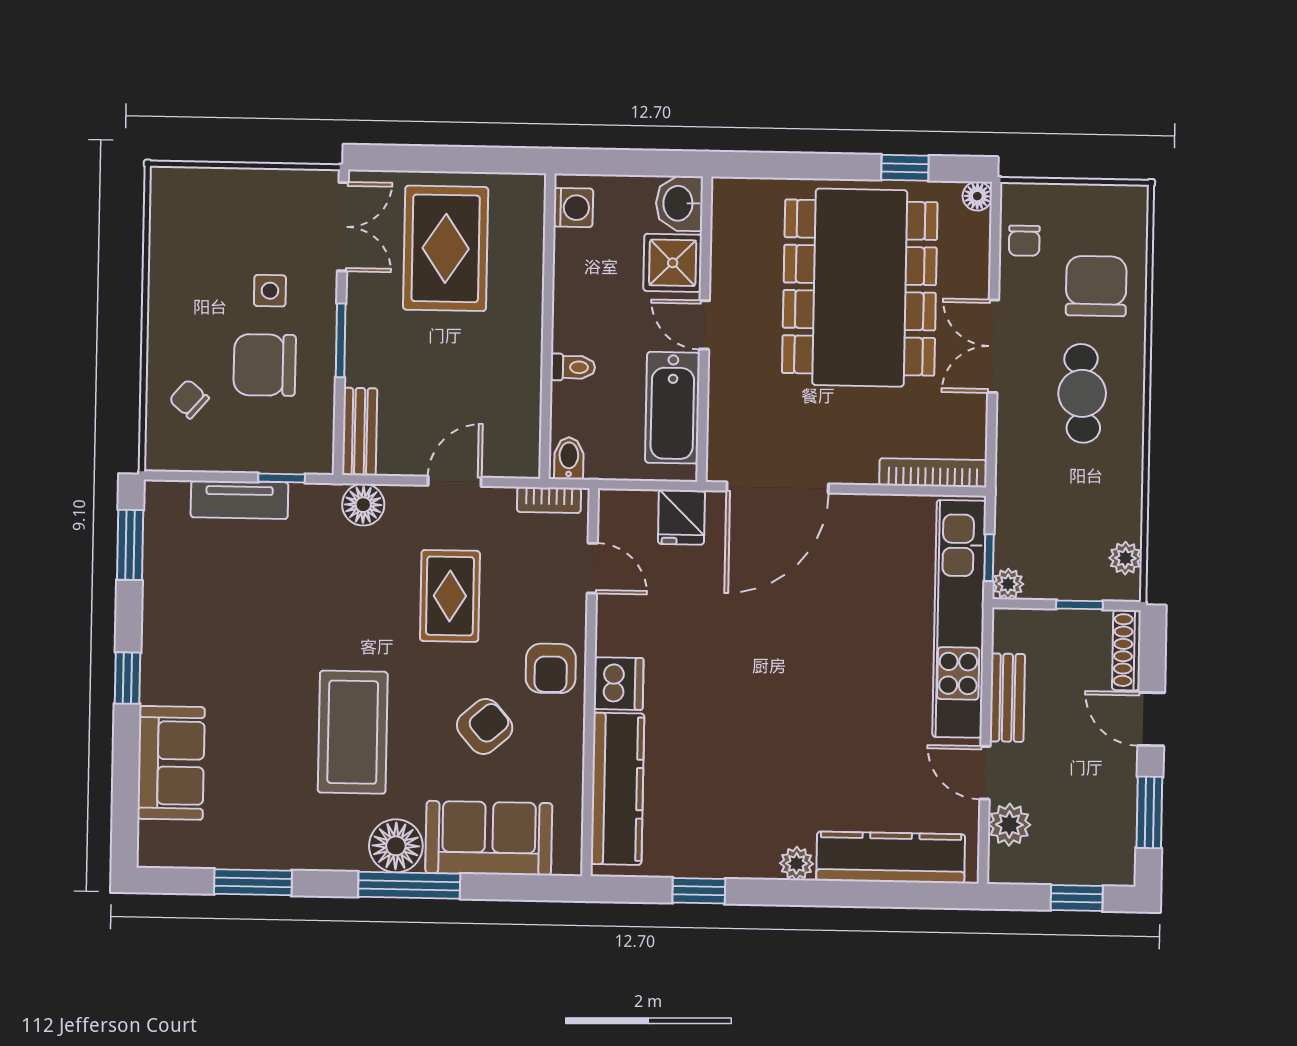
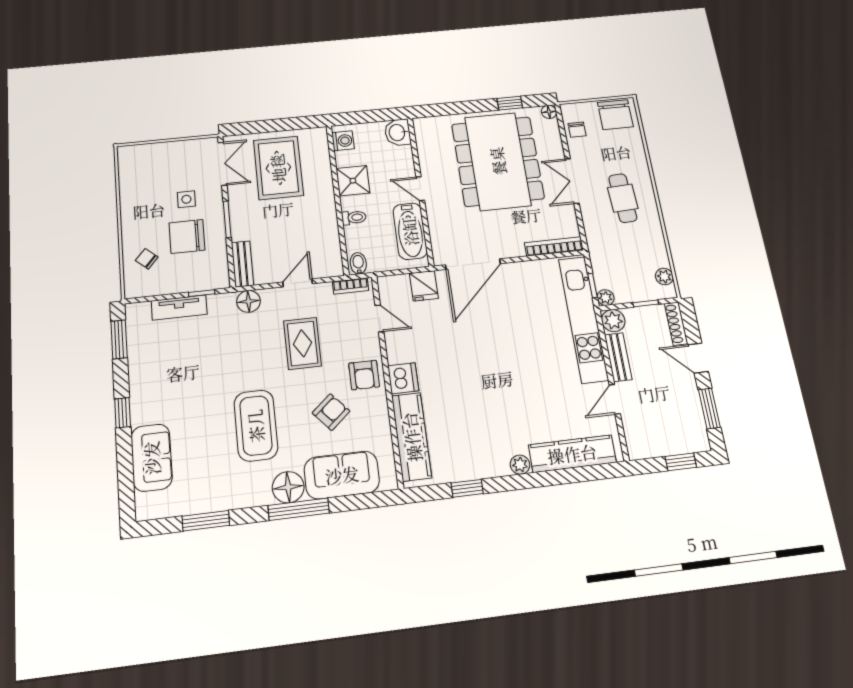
shower: (673, 263) -> (353, 181), moved
chair: (1096, 286) -> (615, 115), moved, turned 180
door: (985, 773) -> (615, 399), hinge flipped
plant: (1009, 825) -> (613, 321), moved

